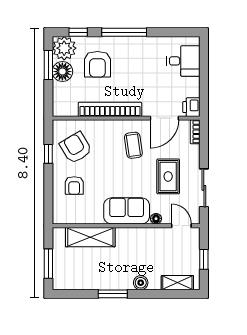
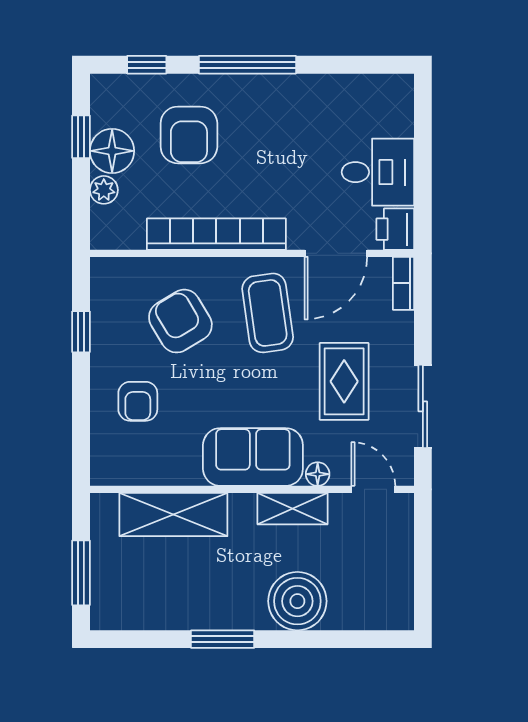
plant: (64, 48) -> (104, 190), moved, width x0.53, depth x0.53
desk: (183, 61) -> (378, 172), moved
window: (48, 65) -> (81, 137), width x0.67
coffee table: (133, 145) -> (268, 313), width x1.36, depth x1.30
armchair: (76, 148) -> (180, 321), moved
window: (204, 259) -> (423, 563), removed
boiler: (141, 283) -> (297, 601), width x1.86, depth x1.86
shelving: (177, 283) -> (292, 509), moved

